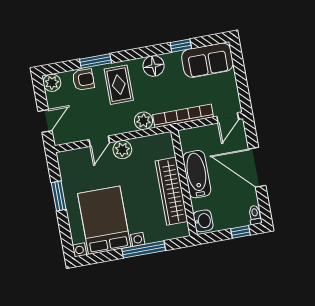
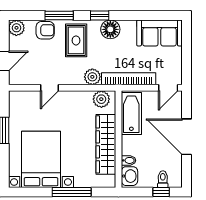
window: (181, 46) -> (100, 16), moved
plant: (122, 150) -> (101, 99), moved
bathtub: (197, 174) -> (131, 114), moved
bidet: (199, 204) -> (129, 160), added
toilet: (255, 215) -> (163, 179), moved

